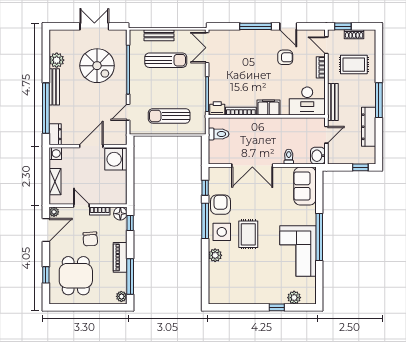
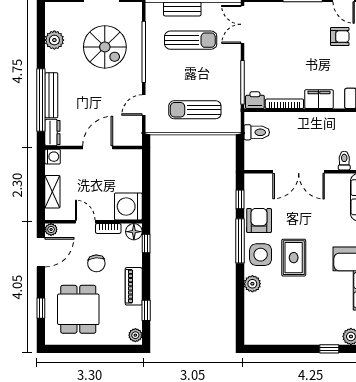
bench: (54, 87) -> (51, 95), moved
washing machine: (116, 159) -> (128, 206), moved
window: (130, 277) -> (146, 310), width x0.46

